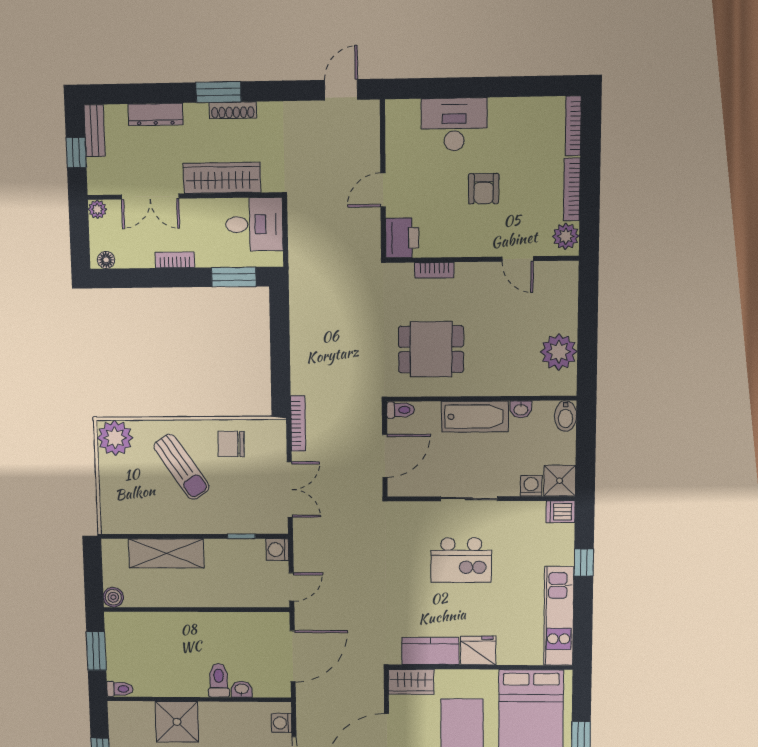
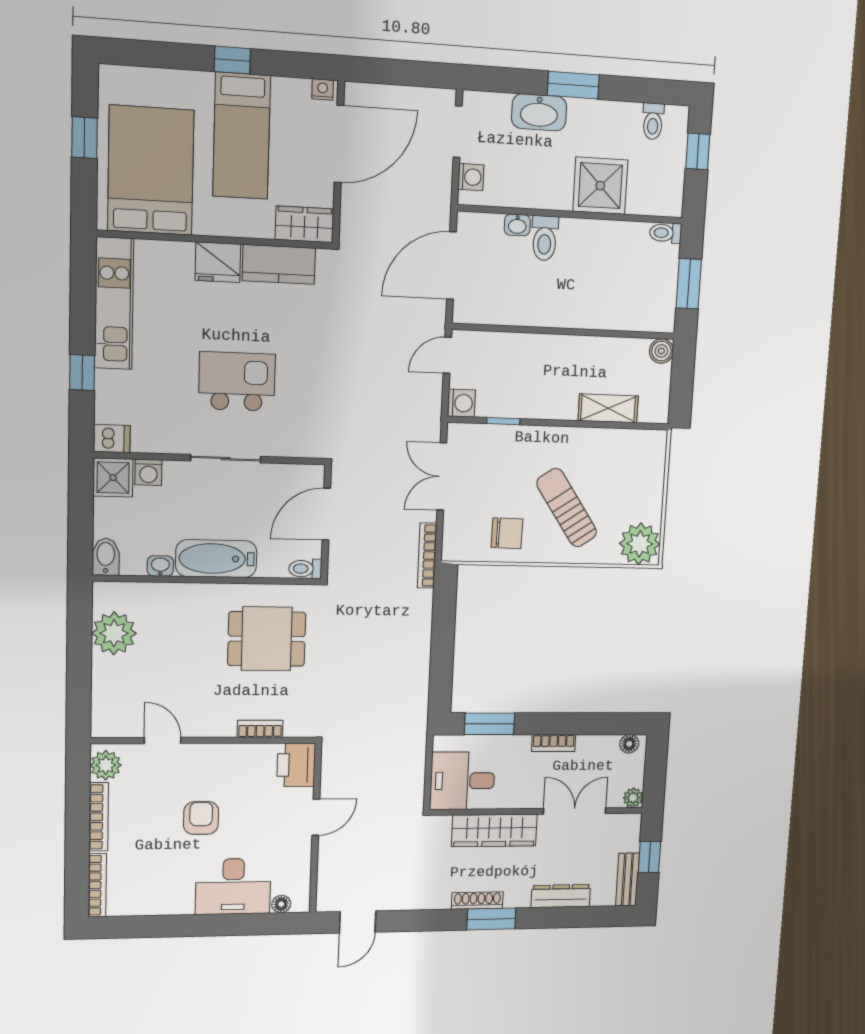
floor lamp: (411, 107) -> (281, 904), added
shelving: (166, 553) -> (608, 408), width x0.67, depth x0.75

